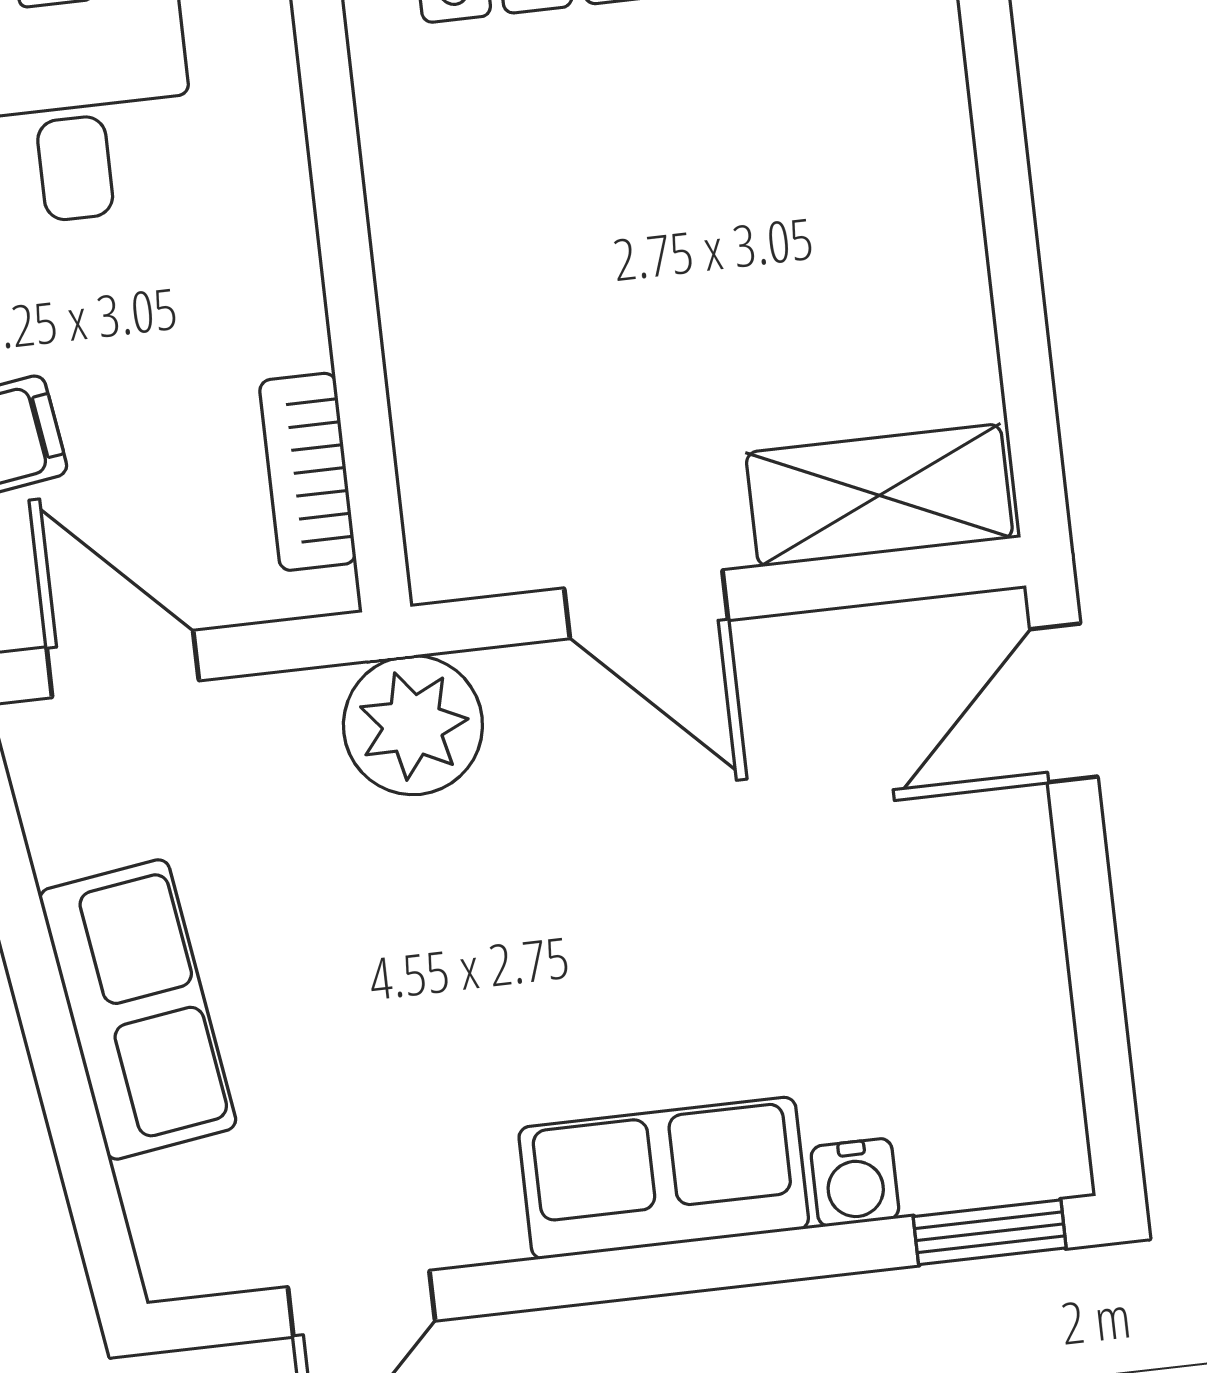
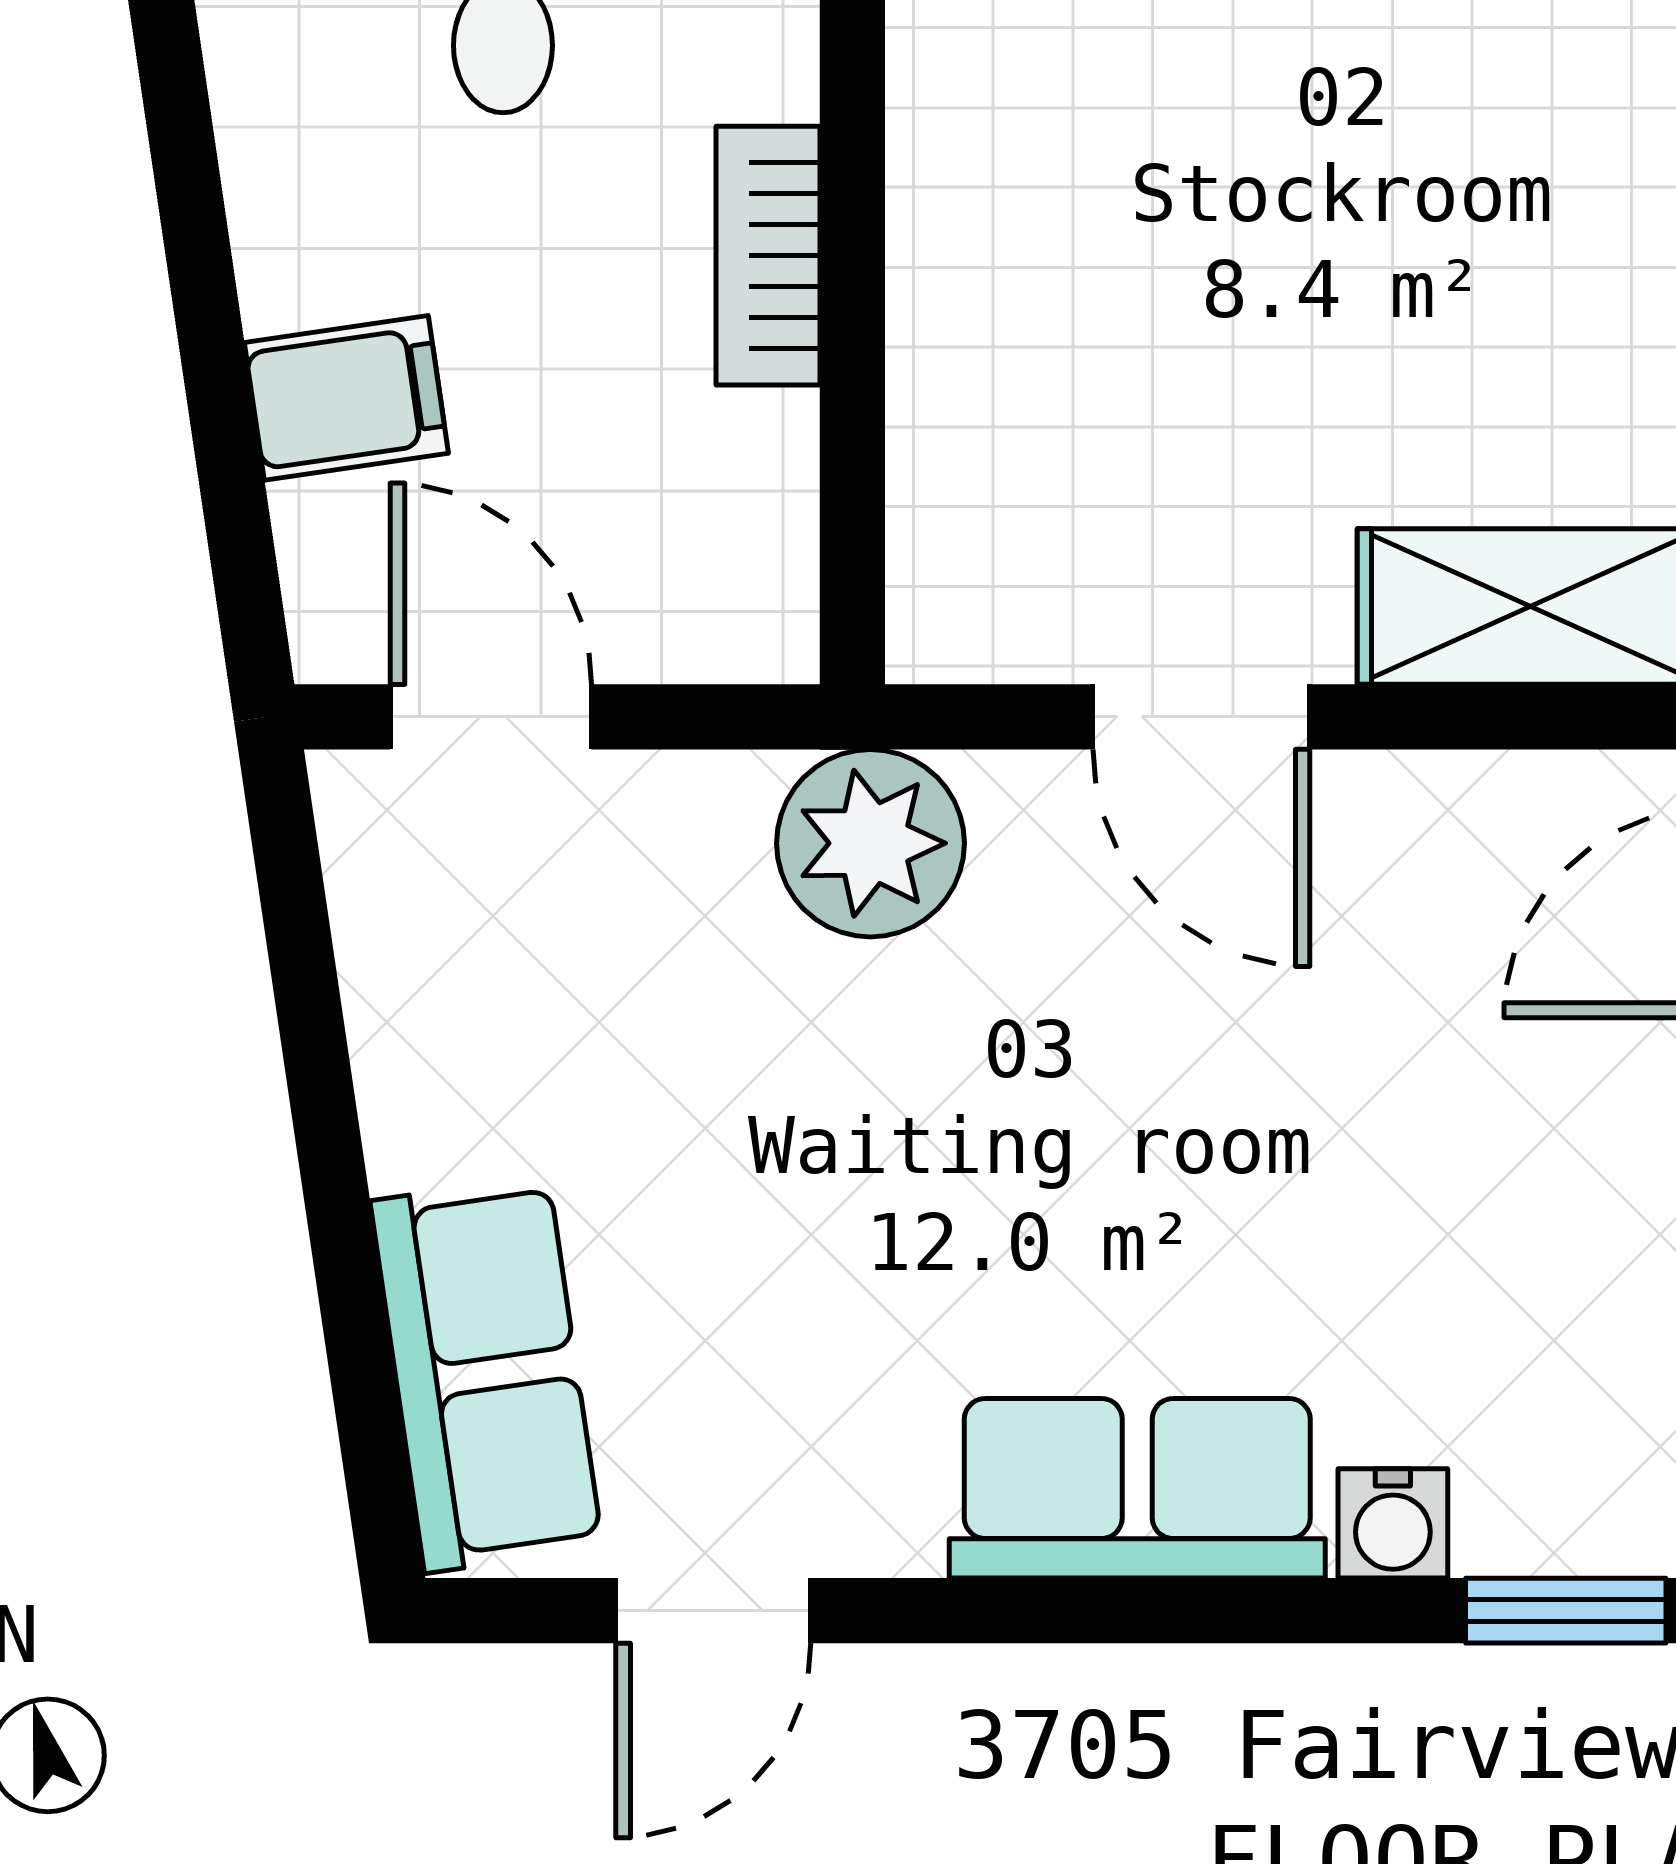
bookcase: (308, 472) -> (768, 256), moved
row of seats: (138, 1009) -> (487, 1374), moved

